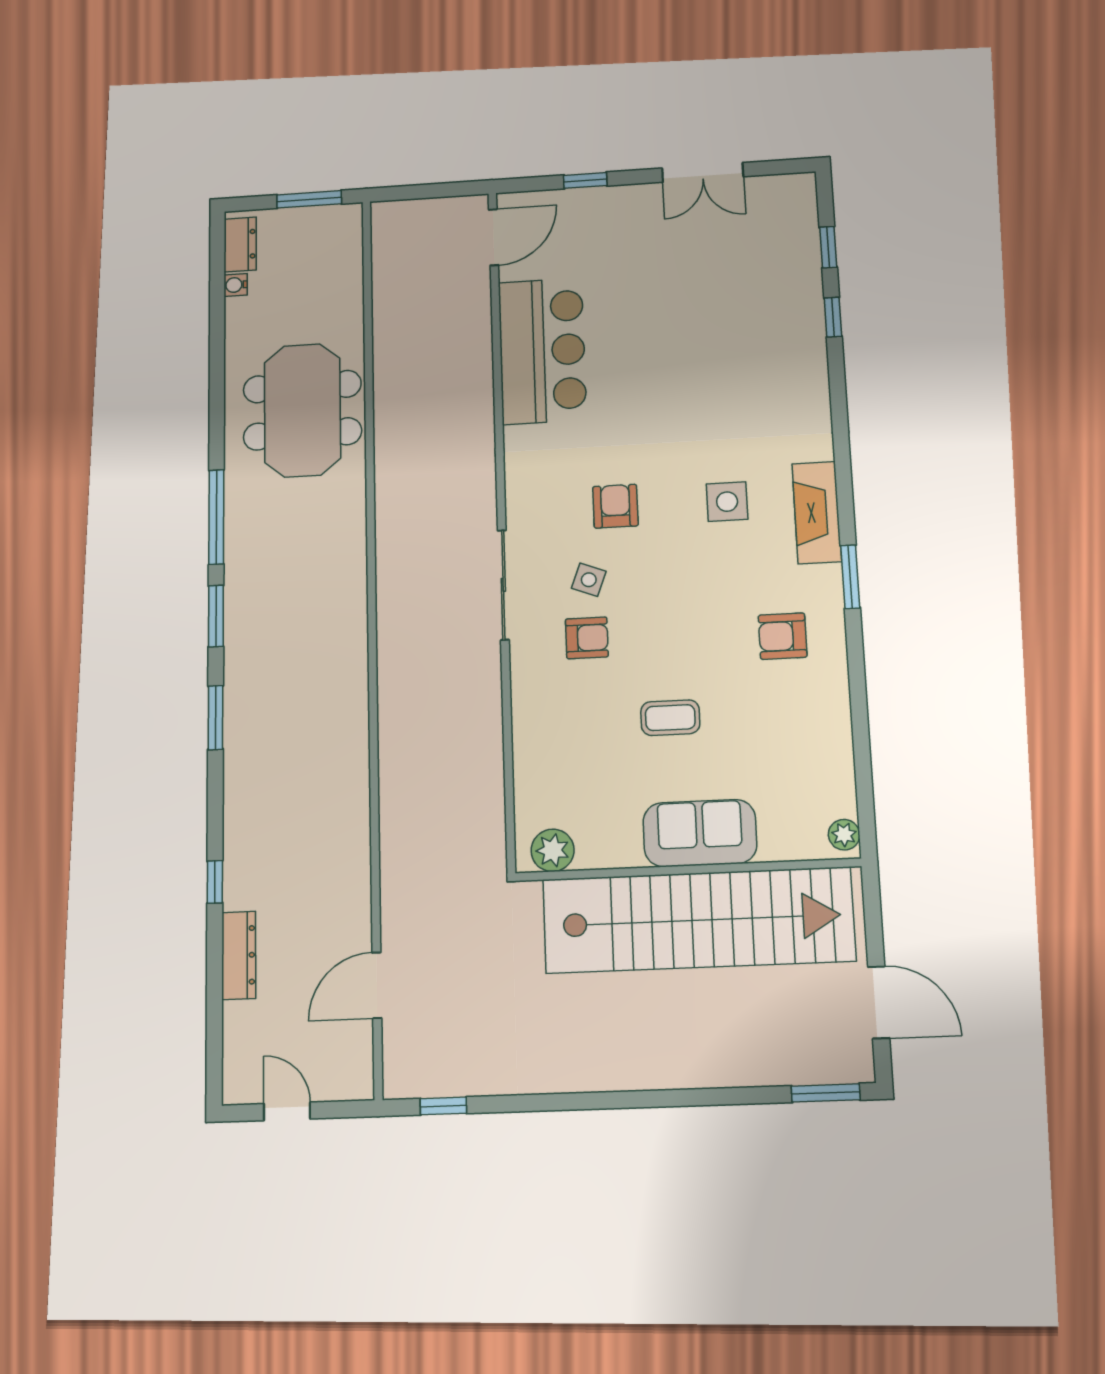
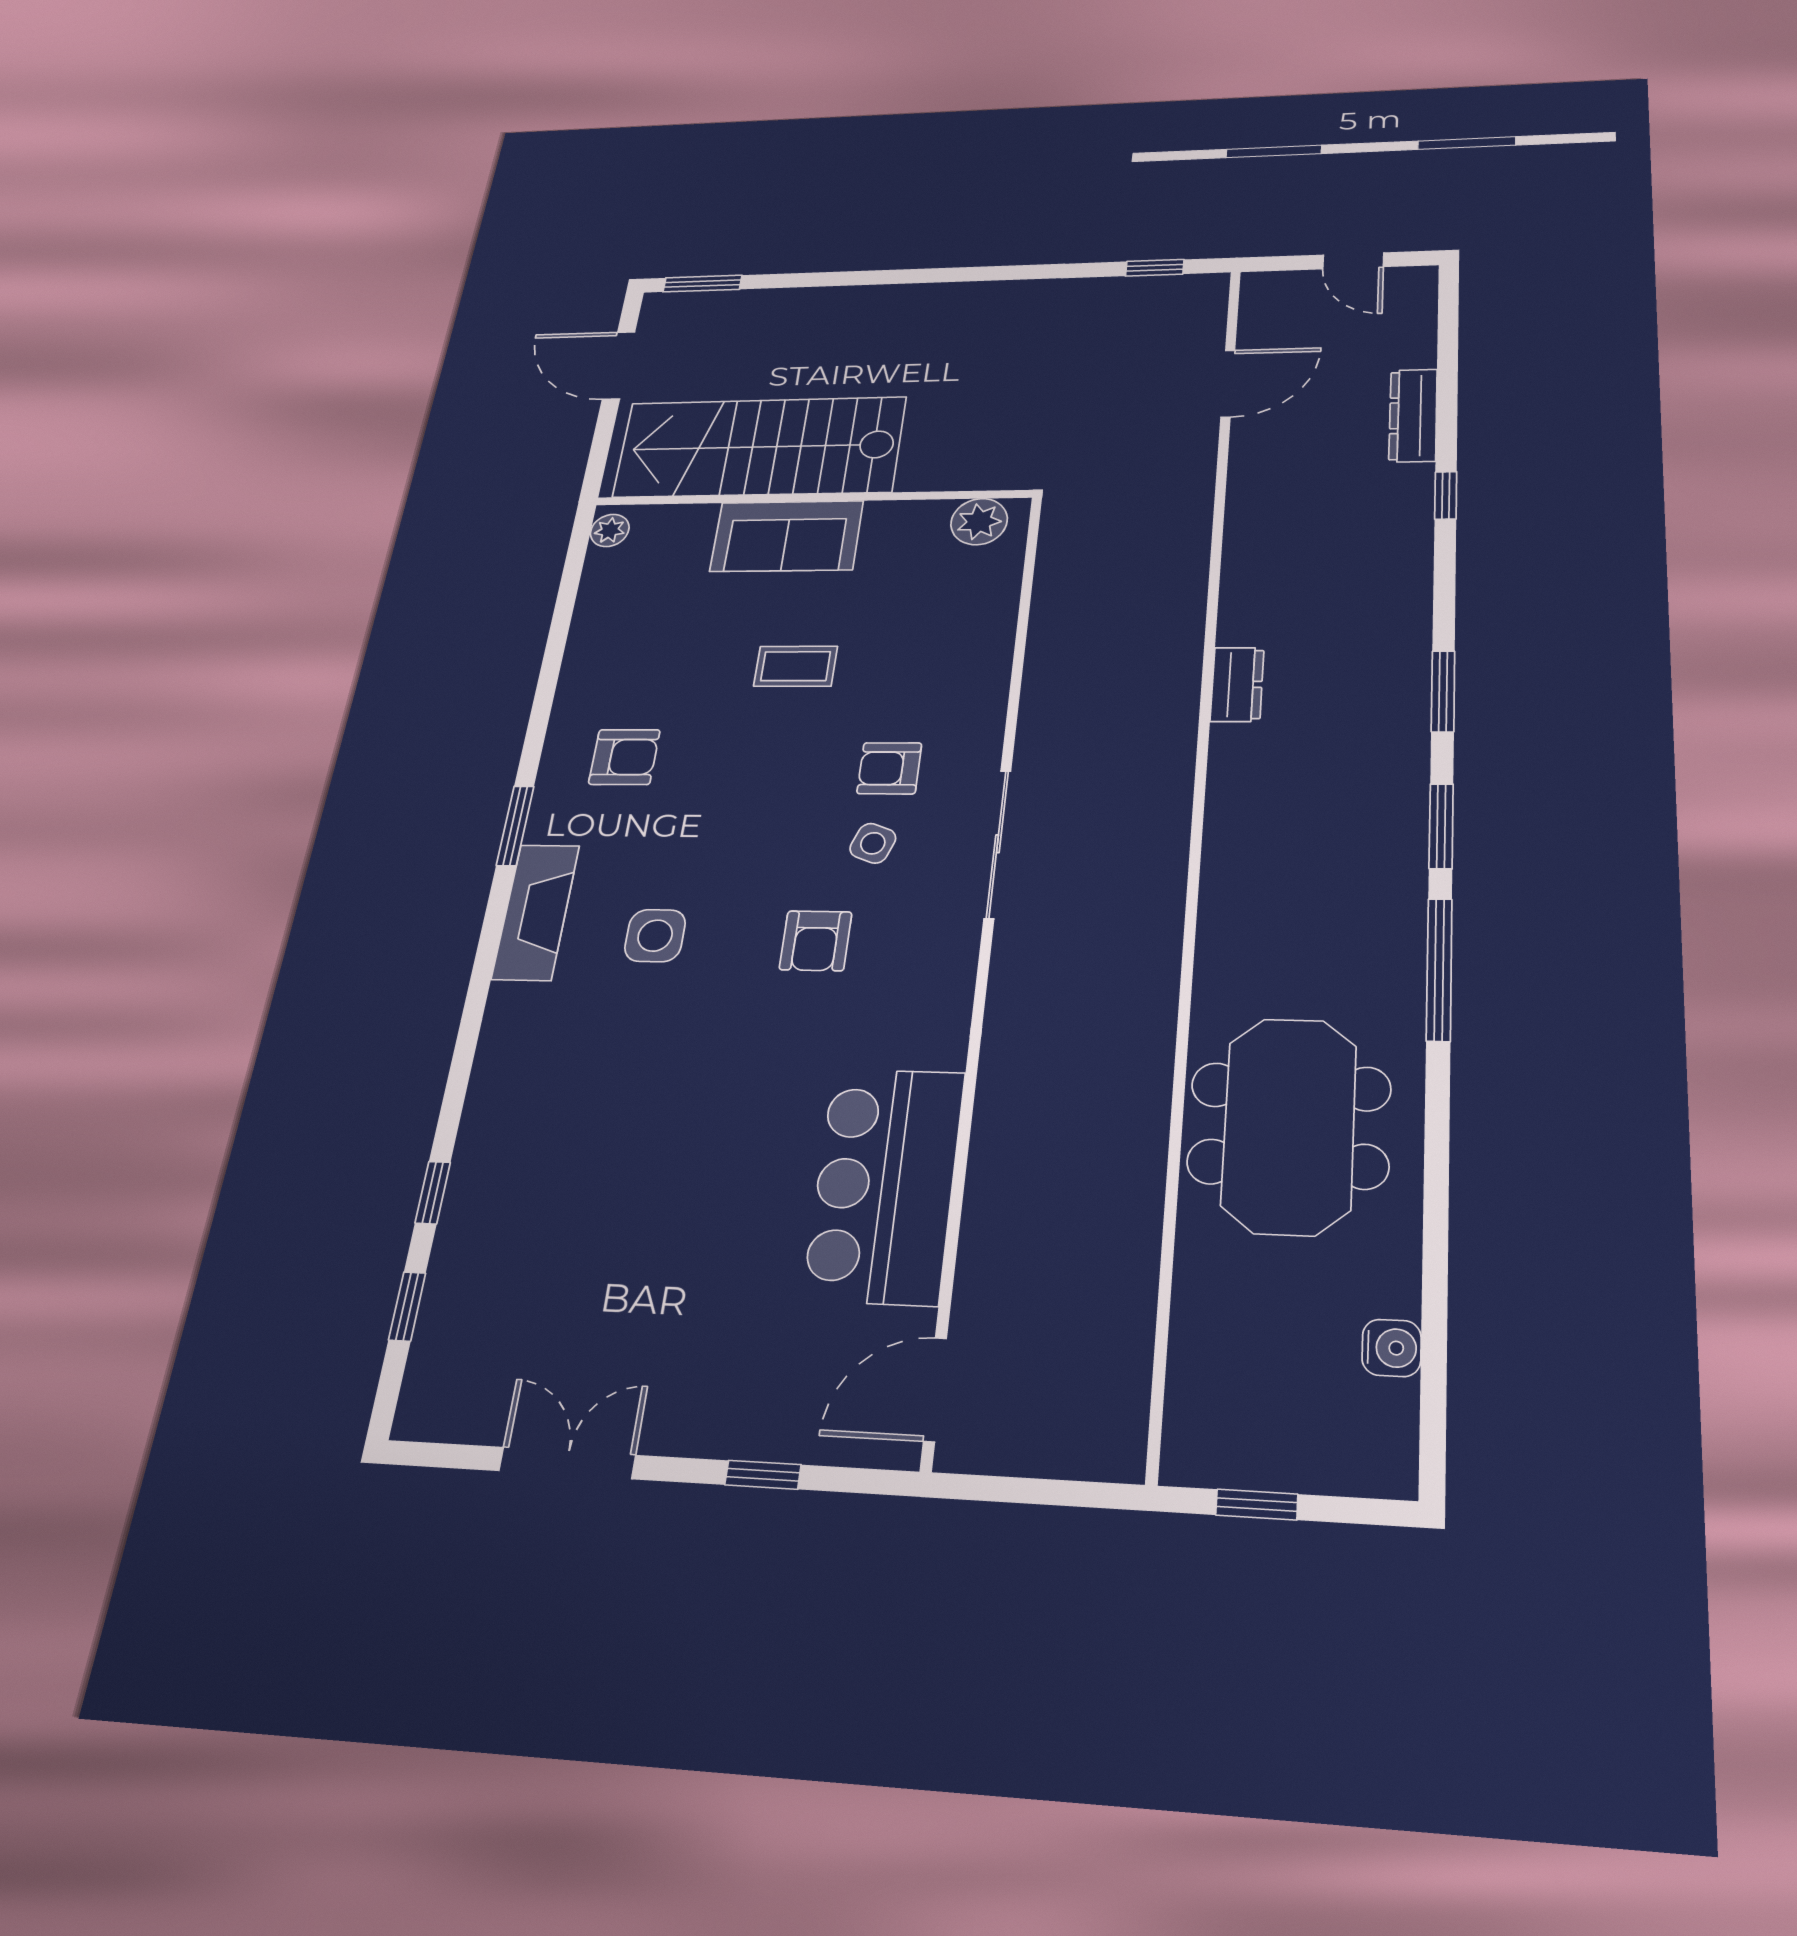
window: (309, 199) -> (1257, 1505), width x0.67
dresser: (240, 244) -> (1237, 684), moved, turned 180
water cooler: (236, 285) -> (1392, 1348), width x1.38, depth x1.38
stairs: (698, 920) -> (759, 447), width x0.73

